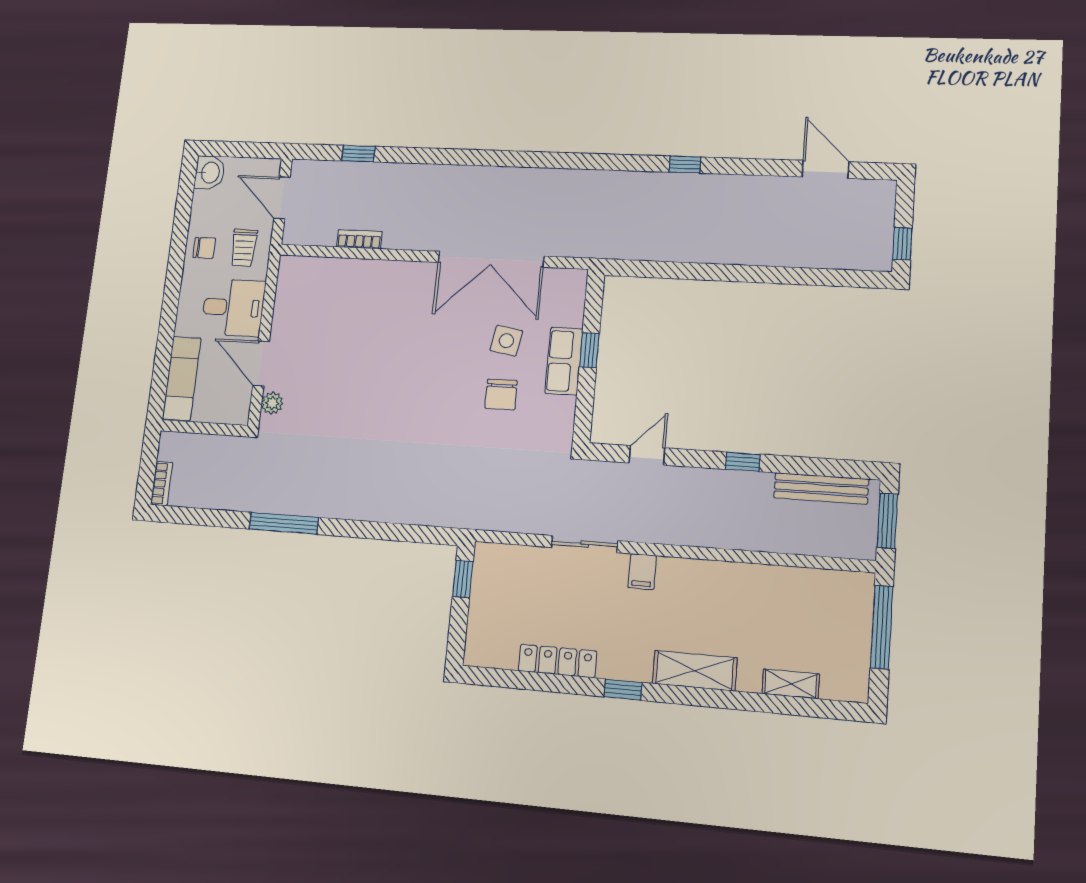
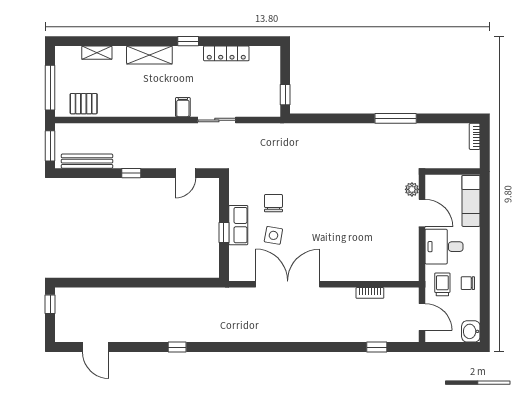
pallet: (821, 592) -> (84, 104), added

